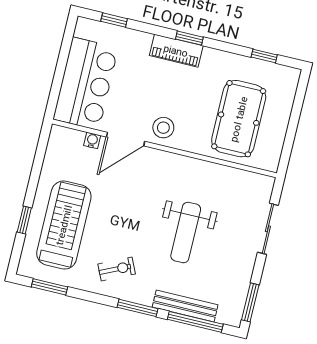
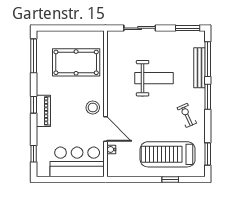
window: (264, 56) -> (34, 56), width x2.17

